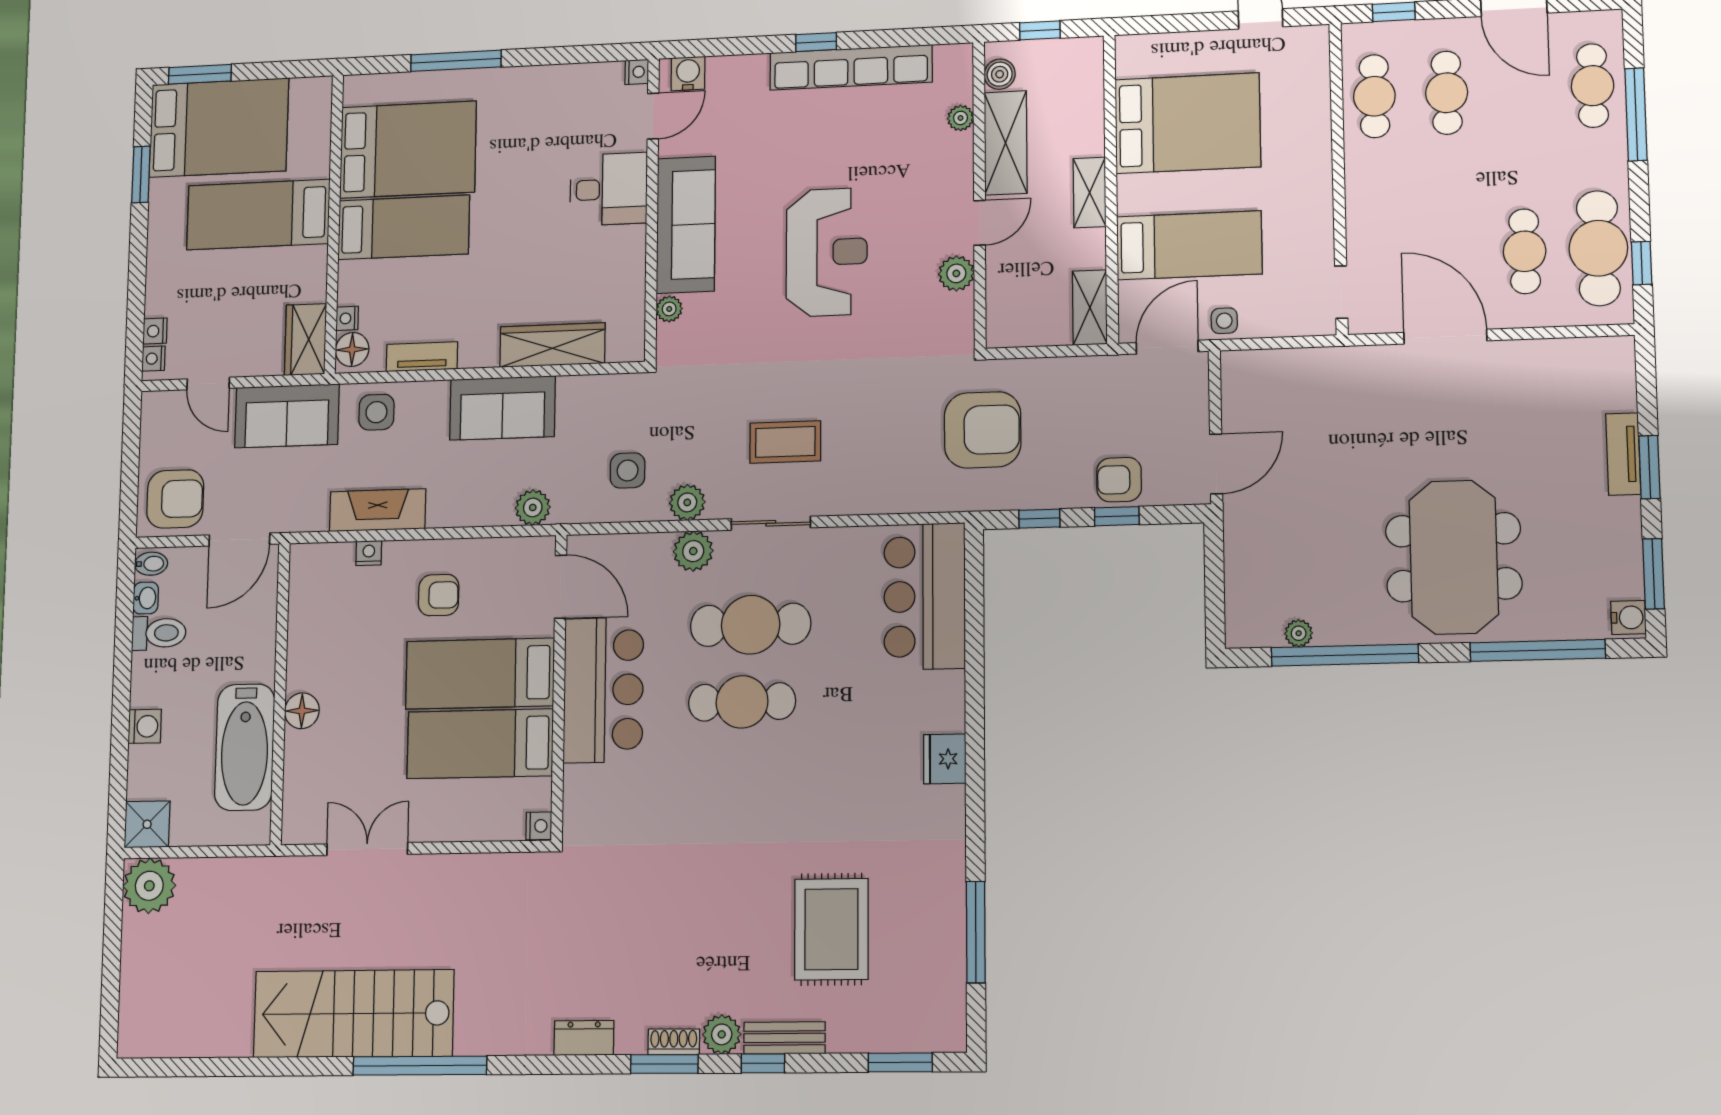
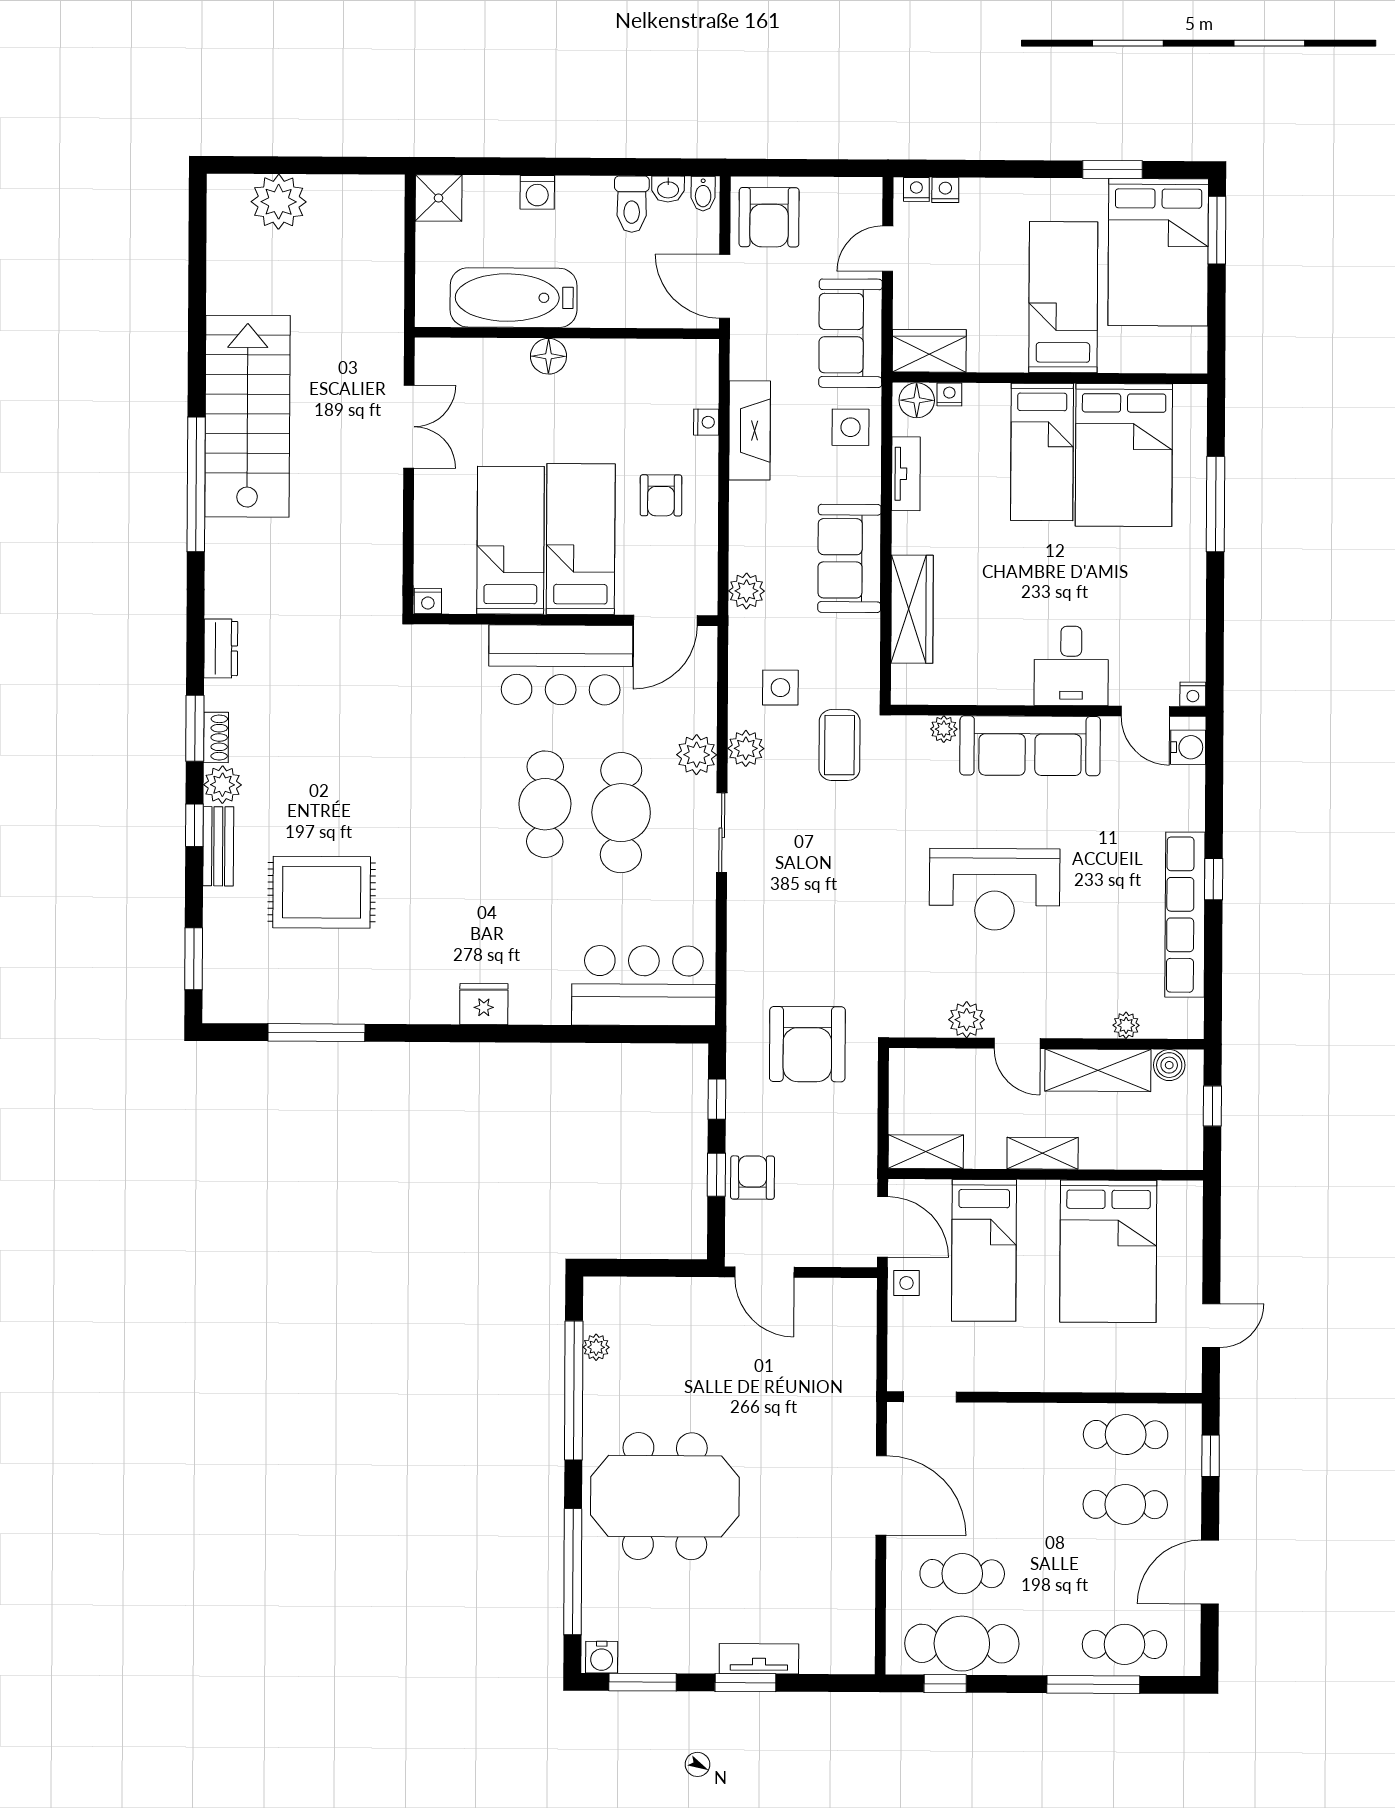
door: (1445, 337) -> (881, 1495), hinge flipped
coffee table: (785, 442) -> (840, 745), moved
plant: (149, 886) -> (279, 202), moved

